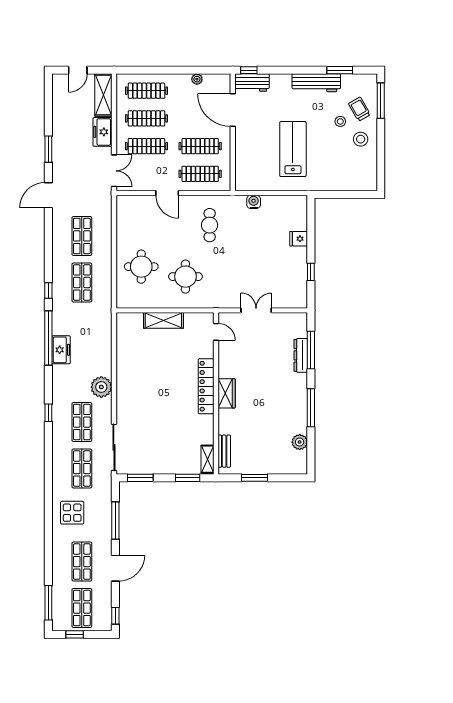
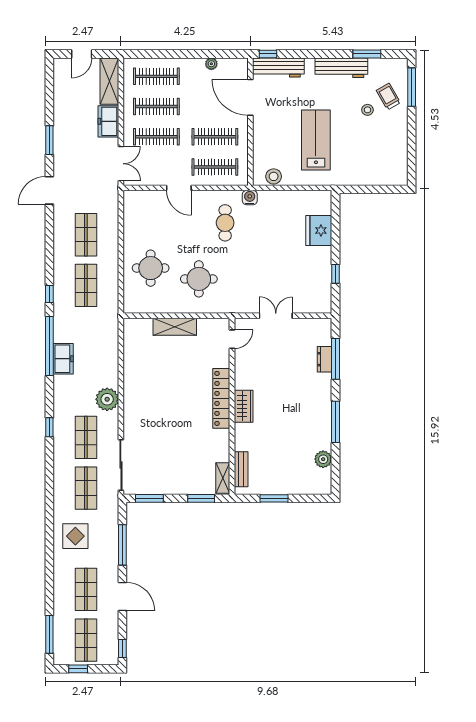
workbench: (252, 83) -> (278, 67), width x1.38
stool: (361, 139) -> (274, 176), moved
water cooler: (254, 202) -> (250, 198), moved
fridge: (299, 239) -> (319, 230), width x1.88, depth x1.34
door: (216, 332) -> (232, 339), hinge flipped
dresser: (301, 355) -> (324, 359), width x0.70
door: (115, 568) -> (122, 597), hinge flipped

